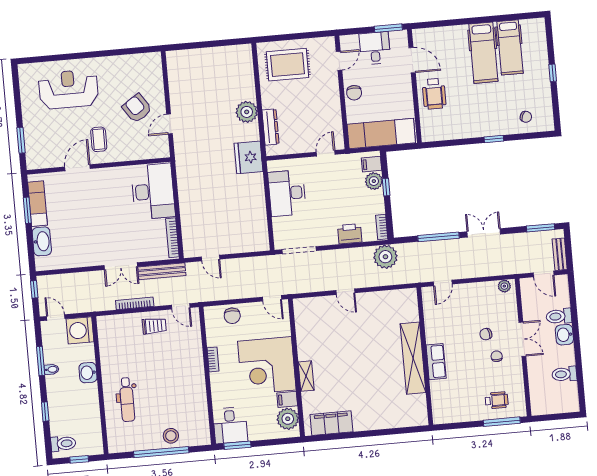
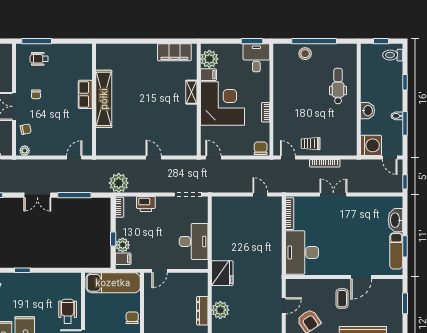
dresser: (270, 127) -> (202, 311), moved
bench: (162, 271) -> (301, 187), removed
chair: (232, 316) -> (261, 148), moved
chair: (486, 334) -> (26, 129), moved

